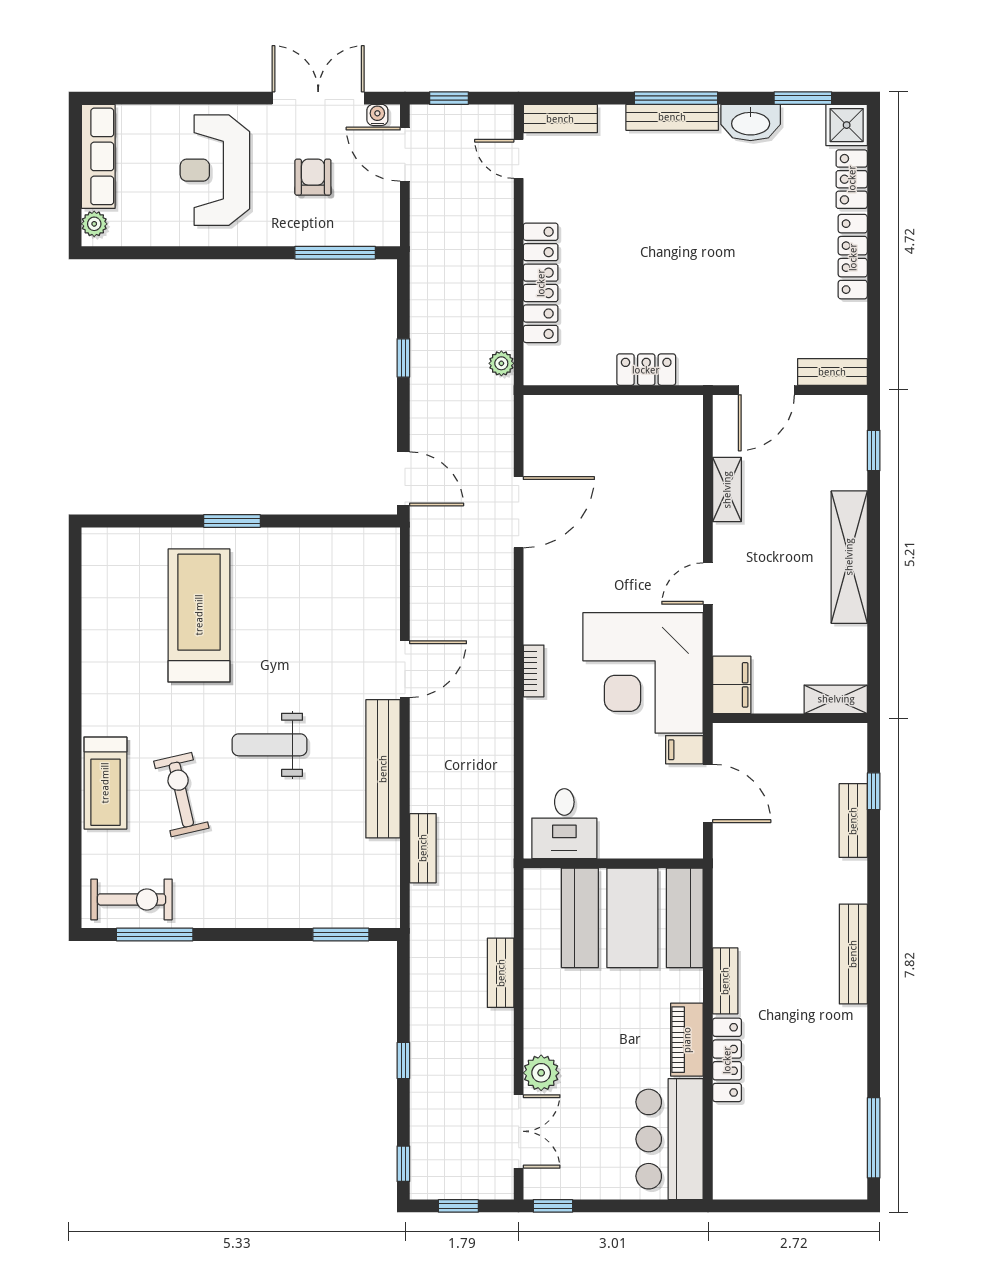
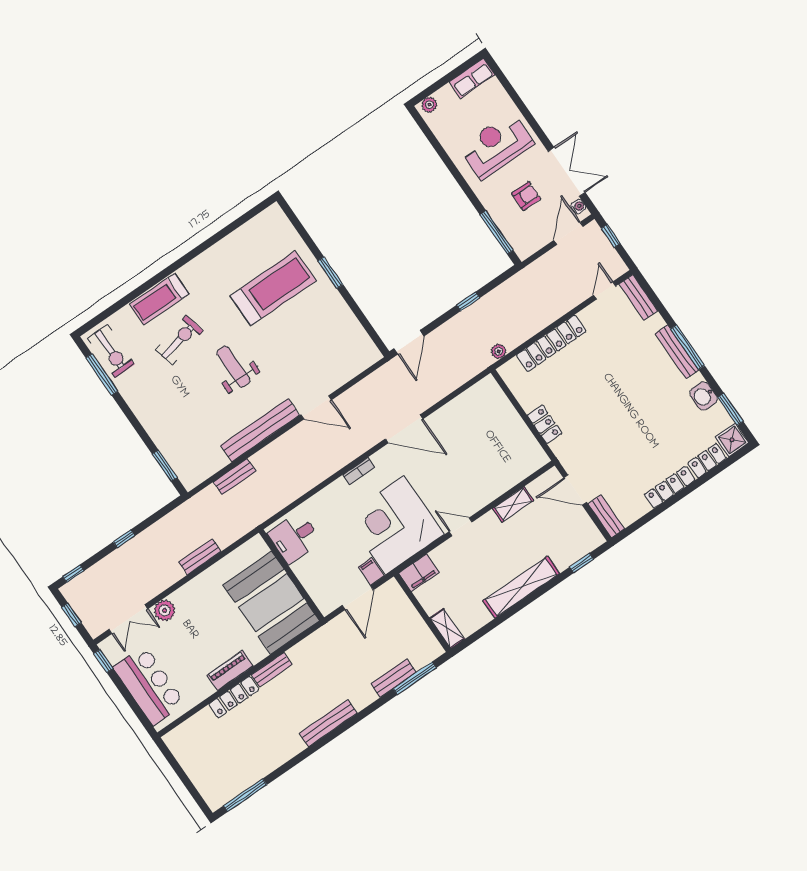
washbasin: (751, 123) -> (704, 396), width x0.72
row of seats: (98, 156) -> (472, 78), width x0.68
door: (519, 512) -> (404, 429), moved
window: (874, 791) -> (415, 678), width x2.17
bar counter: (670, 1139) -> (149, 685), moved, turned 90

